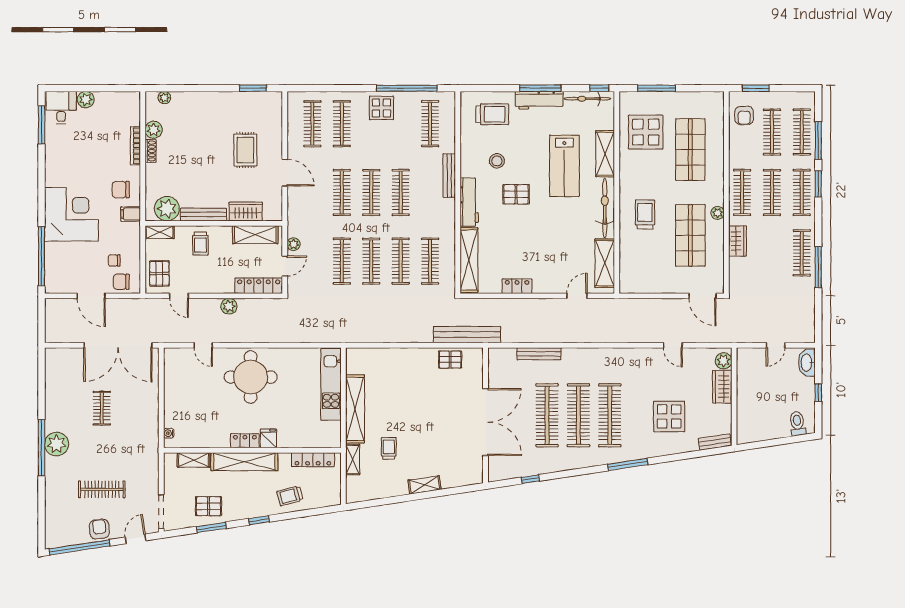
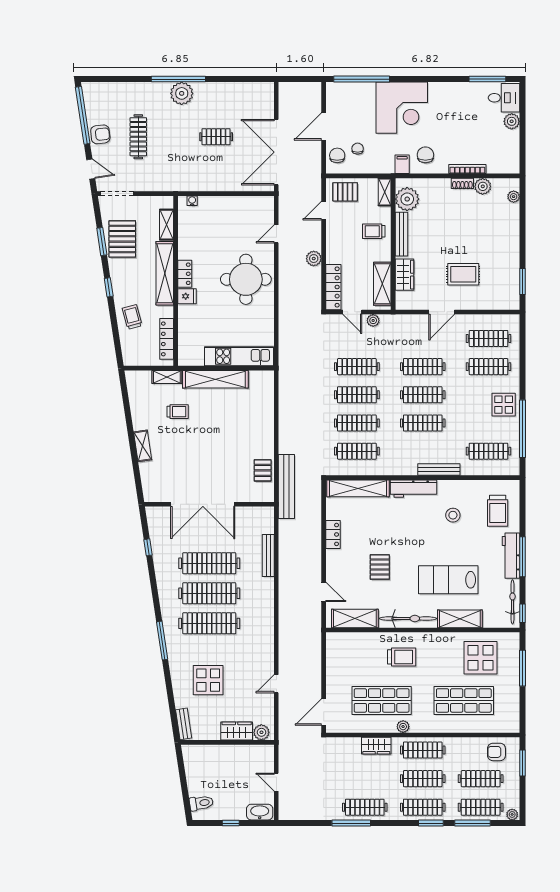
plant: (809, 99) -> (512, 814), added
pallet: (516, 194) -> (380, 567), moved
pallet: (209, 506) -> (122, 239), width x1.50, depth x1.42

